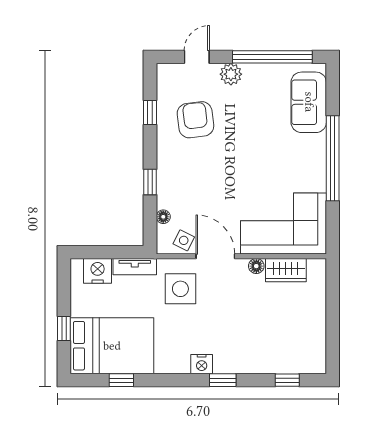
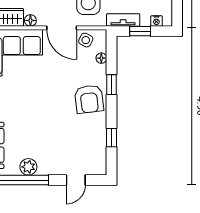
plant: (231, 74) -> (28, 167), moved
armchair: (195, 120) -> (89, 99), moved
window: (112, 252) -> (140, 31), added
nightstand: (98, 271) -> (156, 21), width x0.53, depth x0.56

